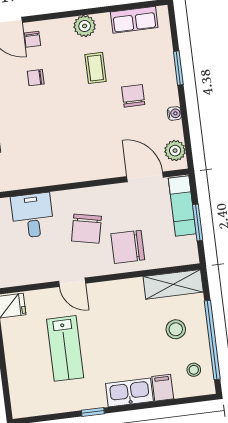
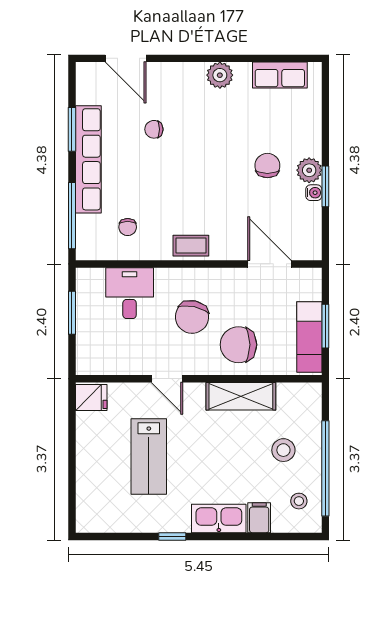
chair: (32, 39) -> (128, 227), moved
coffee table: (96, 68) -> (191, 246), moved, turned 90
window: (178, 68) -> (325, 186), moved
plant: (175, 151) -> (309, 170), moved
exam couch: (182, 206) -> (309, 337), moved
shelving: (173, 284) -> (241, 396), moved

